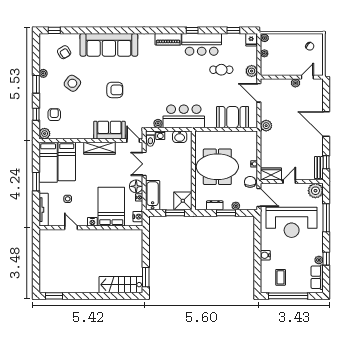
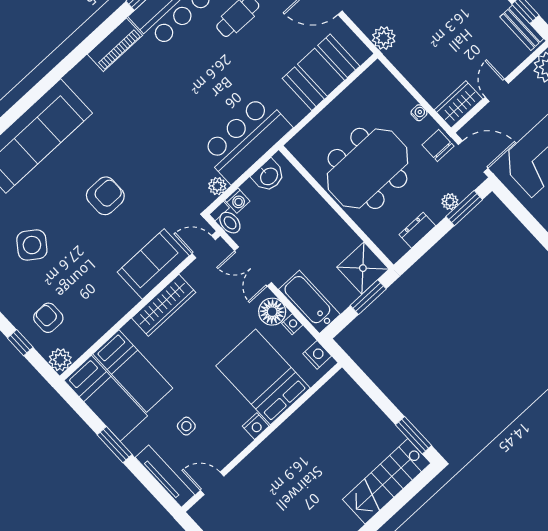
window: (226, 213) -> (464, 208), moved
door: (71, 228) -> (212, 483), moved

